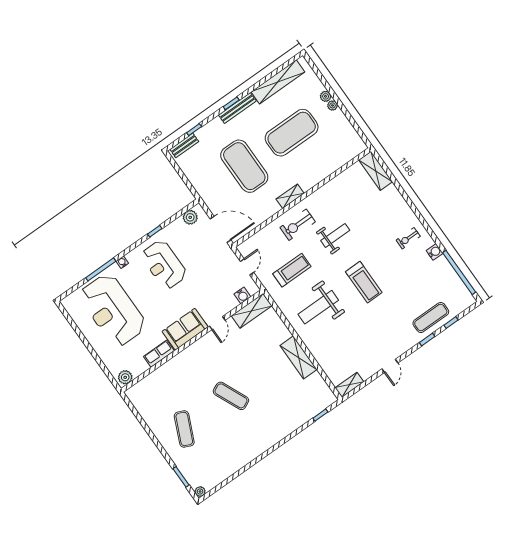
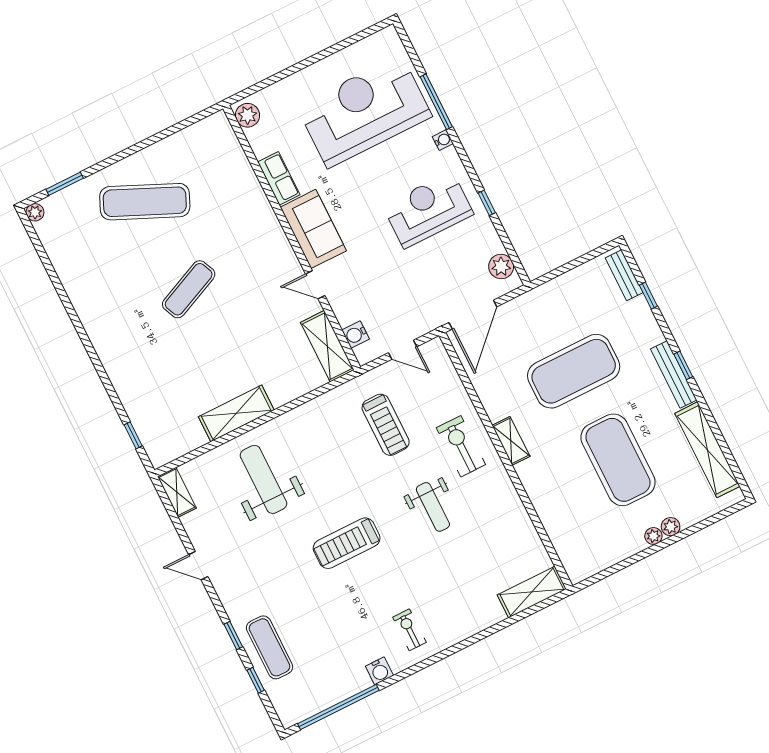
weight bench: (318, 307) -> (263, 479), moved
exercise mat: (184, 429) -> (145, 202), width x1.36, depth x1.45

